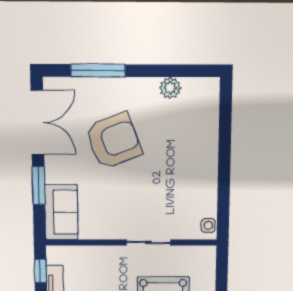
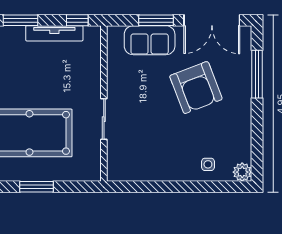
plant: (170, 88) -> (242, 172), moved
sofa: (61, 212) -> (150, 40), moved
side table: (208, 225) -> (208, 164), moved

